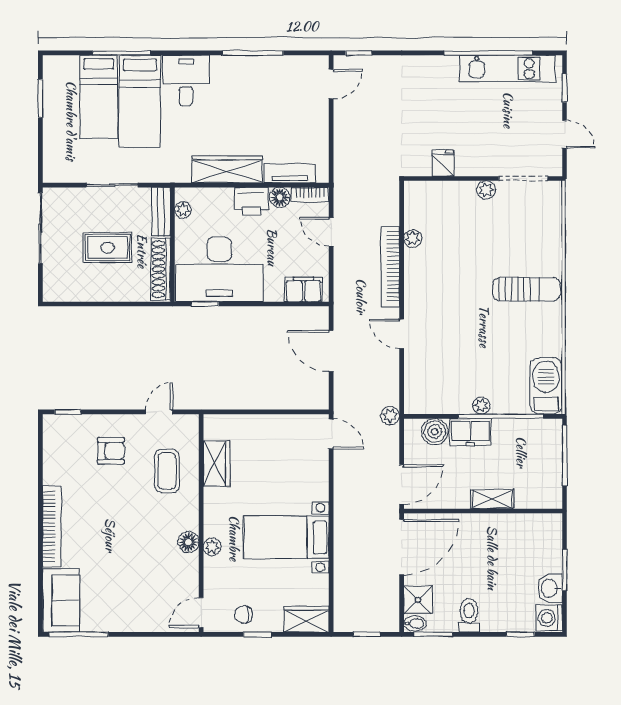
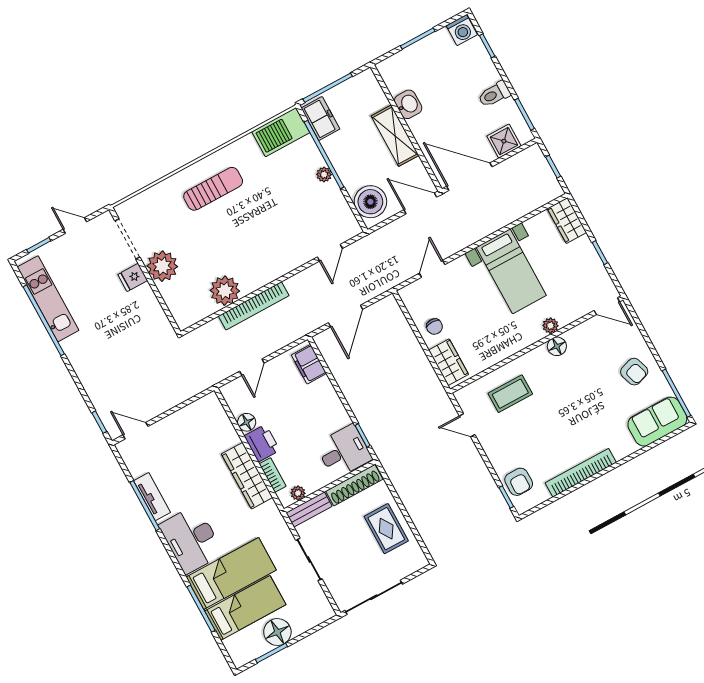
desk: (186, 80) -> (191, 539), width x1.37
floor lamp: (58, 115) -> (277, 632), added
door: (565, 134) -> (75, 225), hinge flipped
fridge: (443, 163) -> (133, 277), moved
tv unit: (290, 173) -> (152, 497), moved, turned 180
plant: (486, 190) -> (162, 266), width x1.87, depth x1.87
bookcase: (310, 195) -> (273, 475), moved
plant: (413, 239) -> (225, 291), width x1.87, depth x1.87
rug: (108, 248) -> (386, 529), moved
desk: (219, 269) -> (344, 452), width x0.53, depth x0.77
sun lounger: (527, 289) -> (213, 189), turned 90
door: (402, 334) -> (330, 253), moved
plant: (390, 416) -> (371, 242), removed
boiler: (435, 432) -> (370, 202), width x1.37, depth x1.37
freezer: (470, 432) -> (320, 118), moved
door: (331, 434) -> (432, 269), moved
armchair: (111, 451) -> (519, 482), moved, turned 180
wardrobe: (217, 463) -> (449, 362), moved, turned 90
shelving: (492, 499) -> (395, 136), width x1.50, depth x1.33
bookcase: (52, 526) -> (581, 473), moved
washbasin: (550, 588) -> (408, 104), moved, turned -90
armchair: (122, 604) -> (634, 372), added
chair: (243, 615) -> (434, 327), moved
bidet: (415, 623) -> (524, 133), removed

